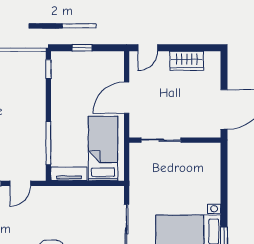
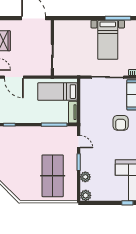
door: (127, 98) -> (14, 77), moved

